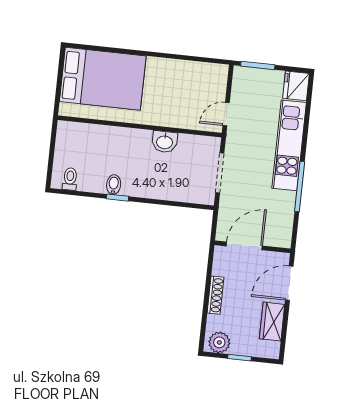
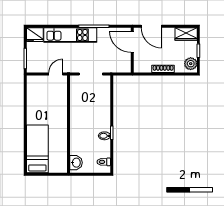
bed: (103, 79) -> (37, 149), width x0.67
door: (226, 114) -> (56, 74), swing flipped
washbasin: (165, 142) -> (76, 163), moved
door: (244, 246) -> (132, 42), moved
wardrobe: (272, 322) -> (186, 34), moved

